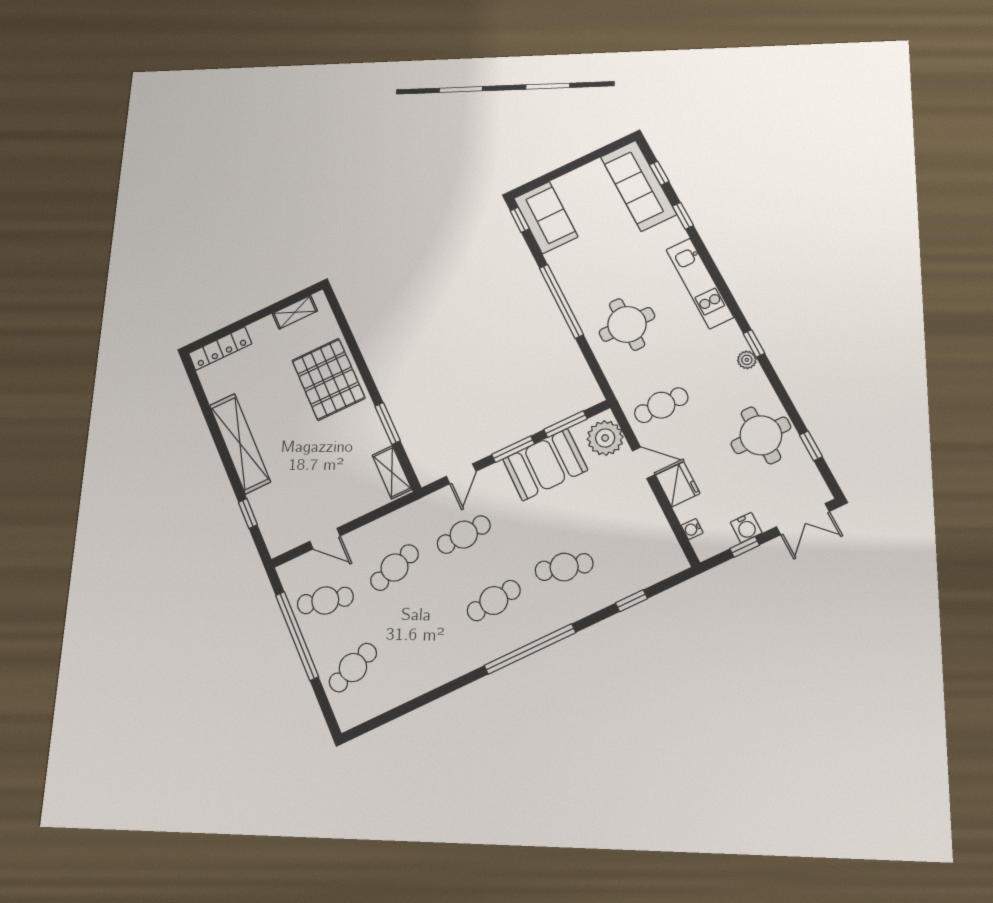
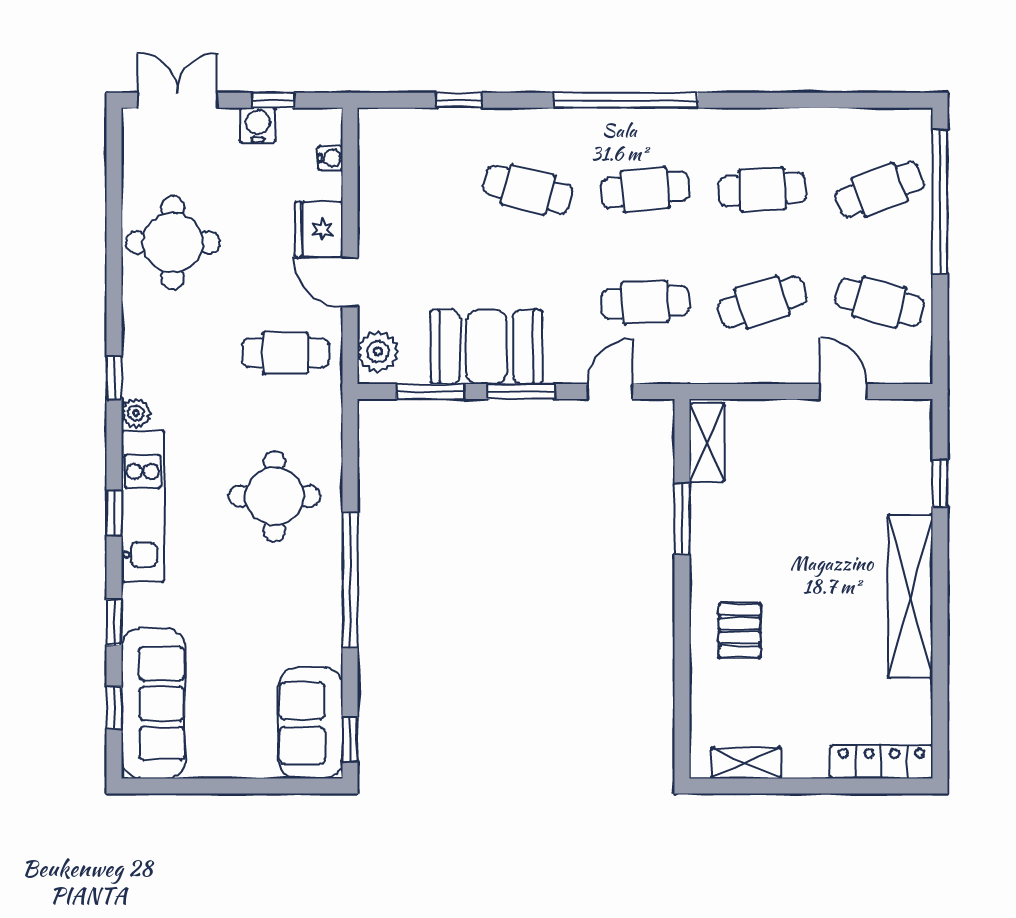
plant: (747, 360) -> (136, 413), moved
pallet: (328, 379) -> (740, 631), width x0.49, depth x0.50
plant: (605, 438) -> (378, 351), width x0.73, depth x0.73
window: (811, 446) -> (114, 513), moved
cafe table: (423, 634) -> (762, 190), added
window: (297, 636) -> (940, 202), moved

